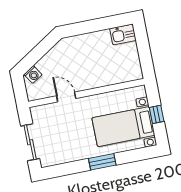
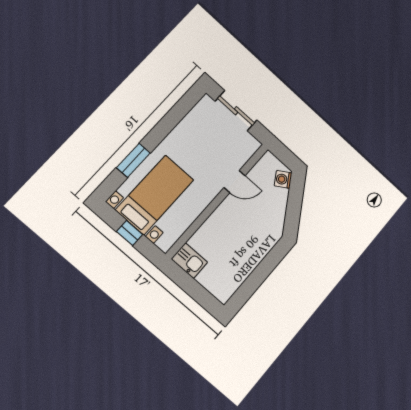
kitchen sink: (123, 34) -> (189, 261), moved, turned 90
window: (102, 162) -> (133, 160), moved

